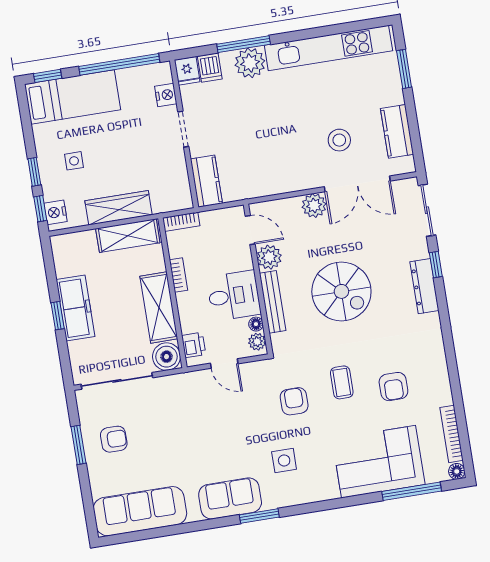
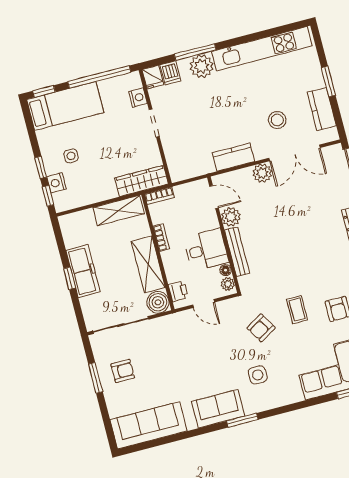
window: (404, 69) -> (328, 81), moved
kitchen counter: (206, 181) -> (233, 157), moved, turned -90
wardrobe: (119, 208) -> (142, 181), moved
nightstand: (55, 212) -> (56, 183), moved
spiral stairs: (341, 291) -> (290, 238), removed
armchair: (294, 401) -> (261, 328), turned -121

